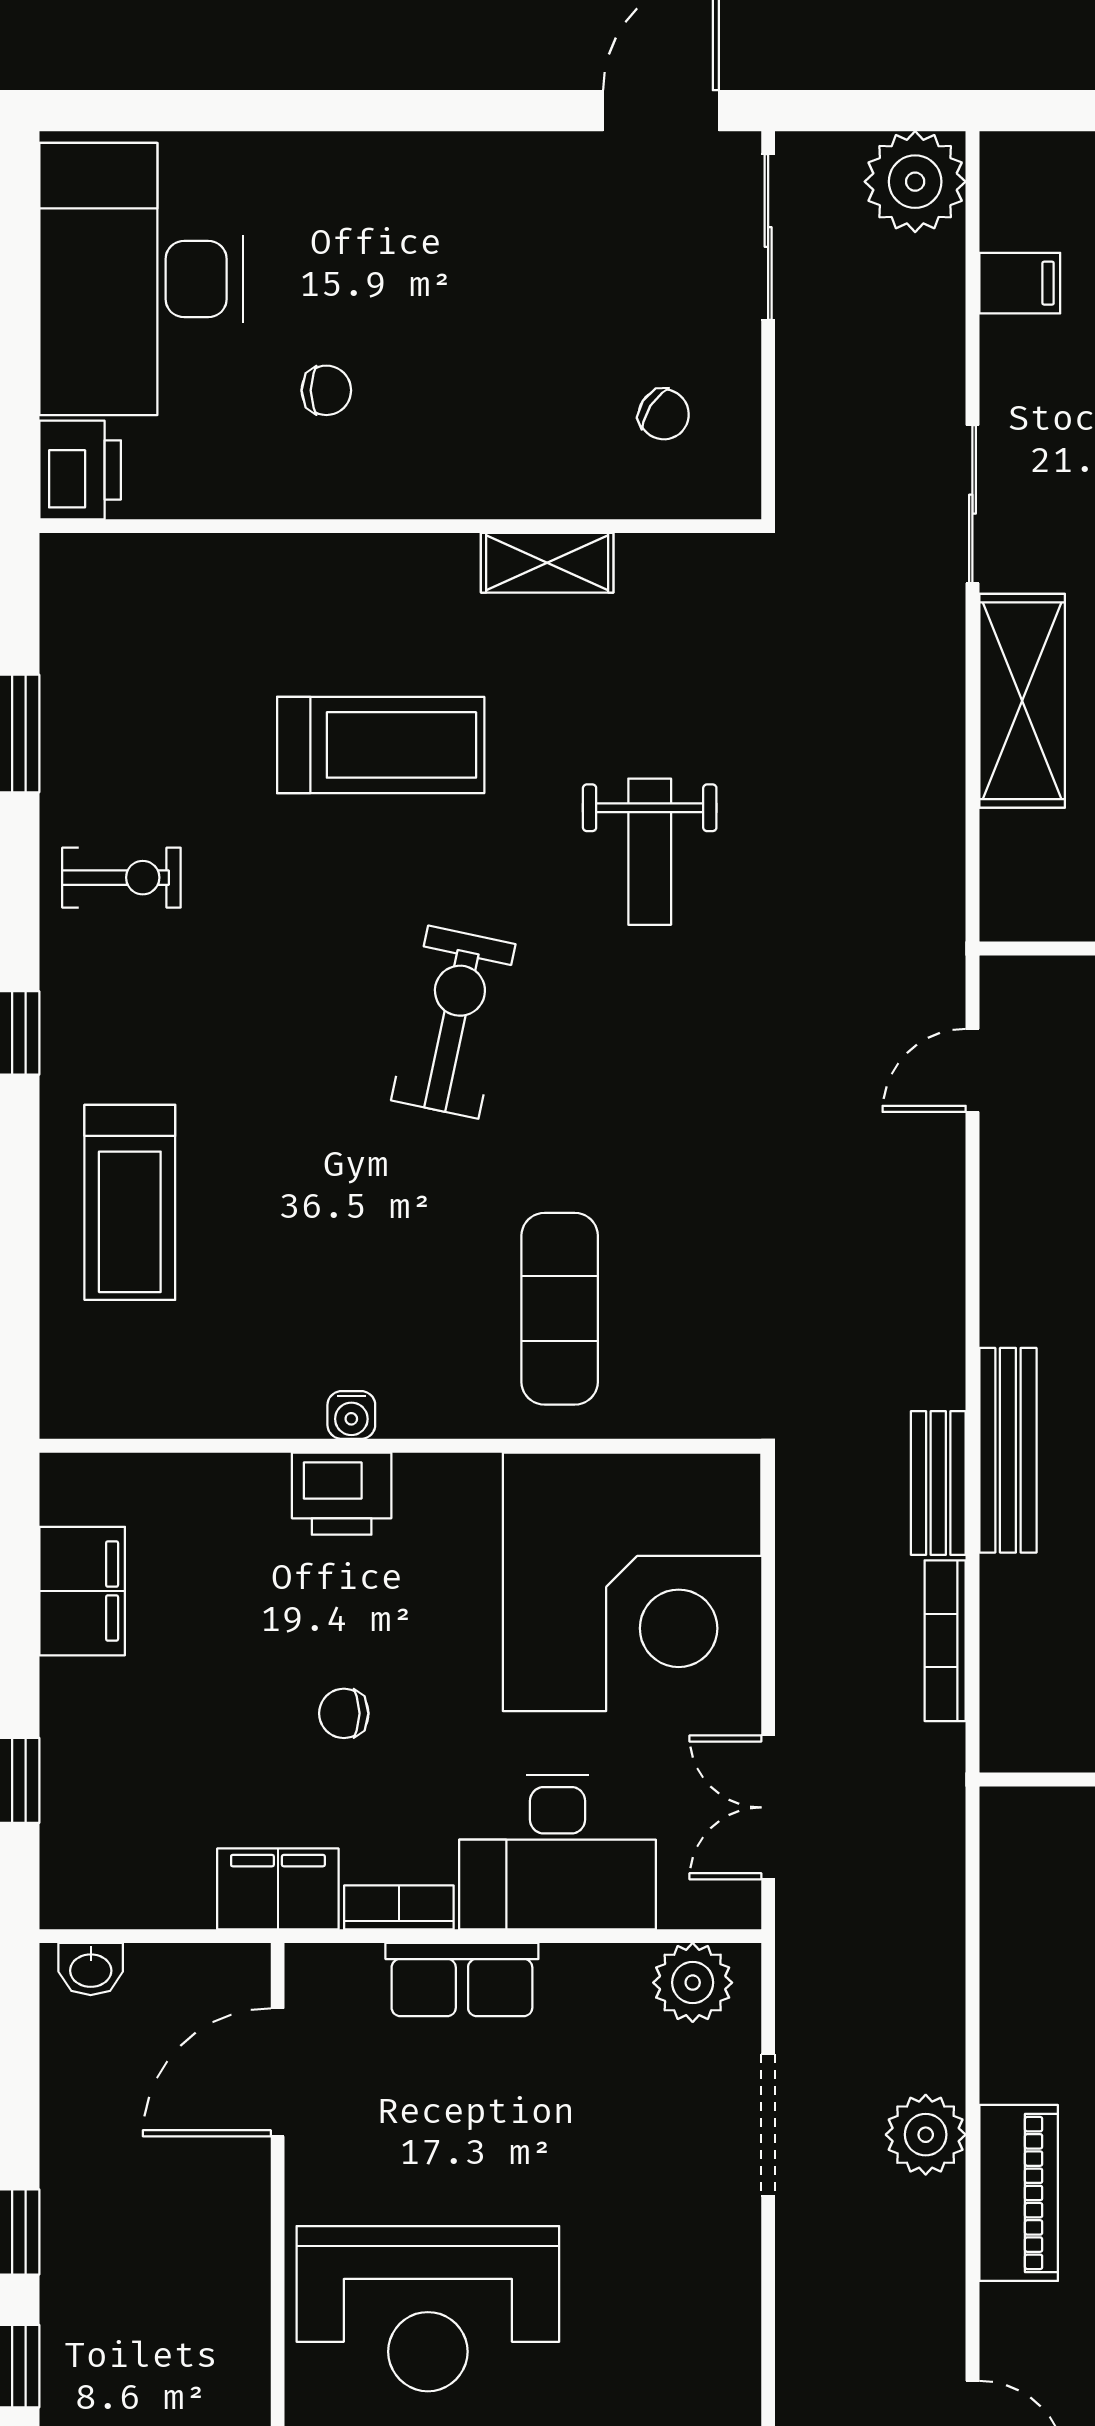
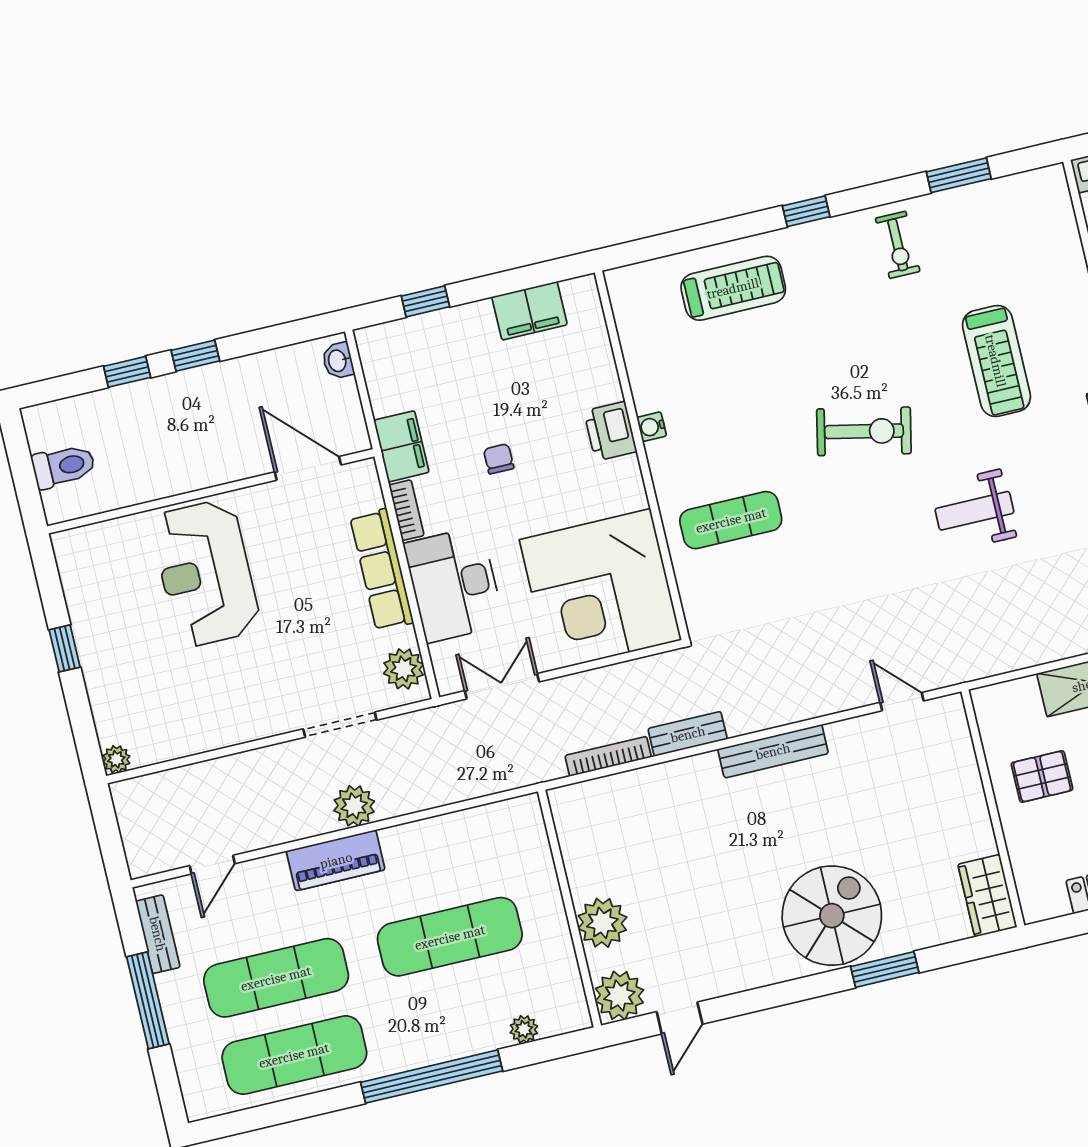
treadmill: (130, 1202) -> (733, 288), turned 180
bench: (1008, 1450) -> (773, 751), moved
row of seats: (462, 1980) -> (382, 570), width x1.48

